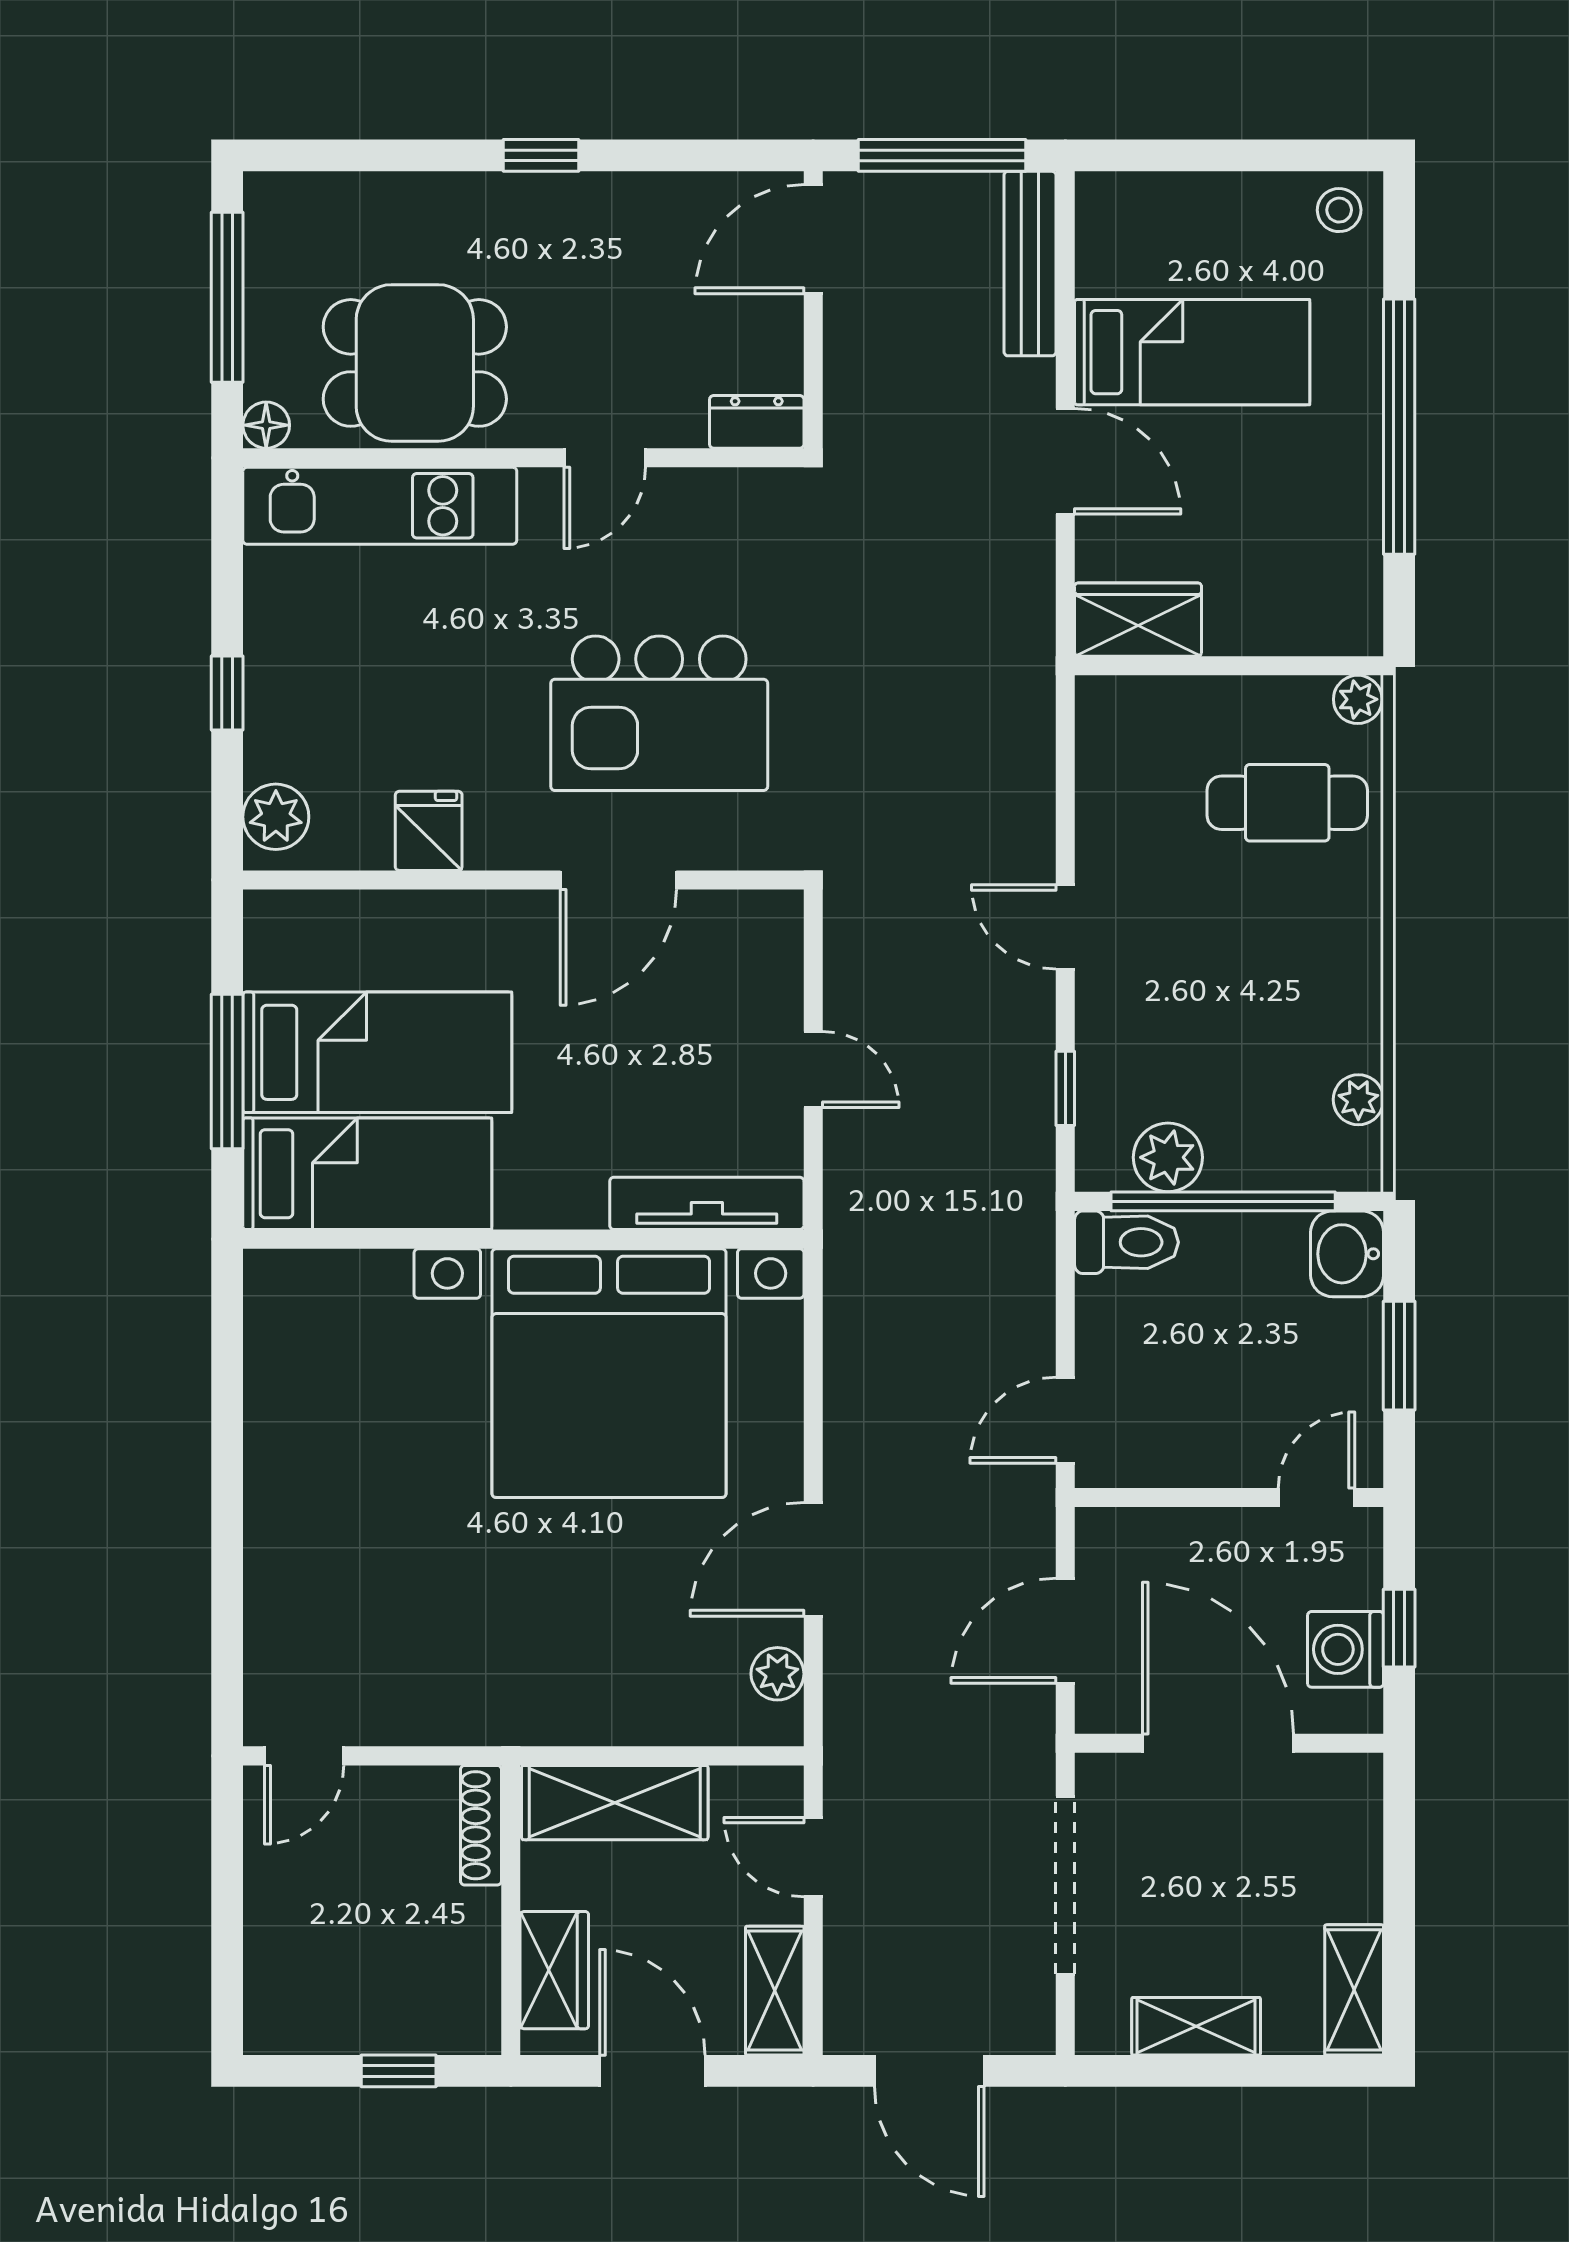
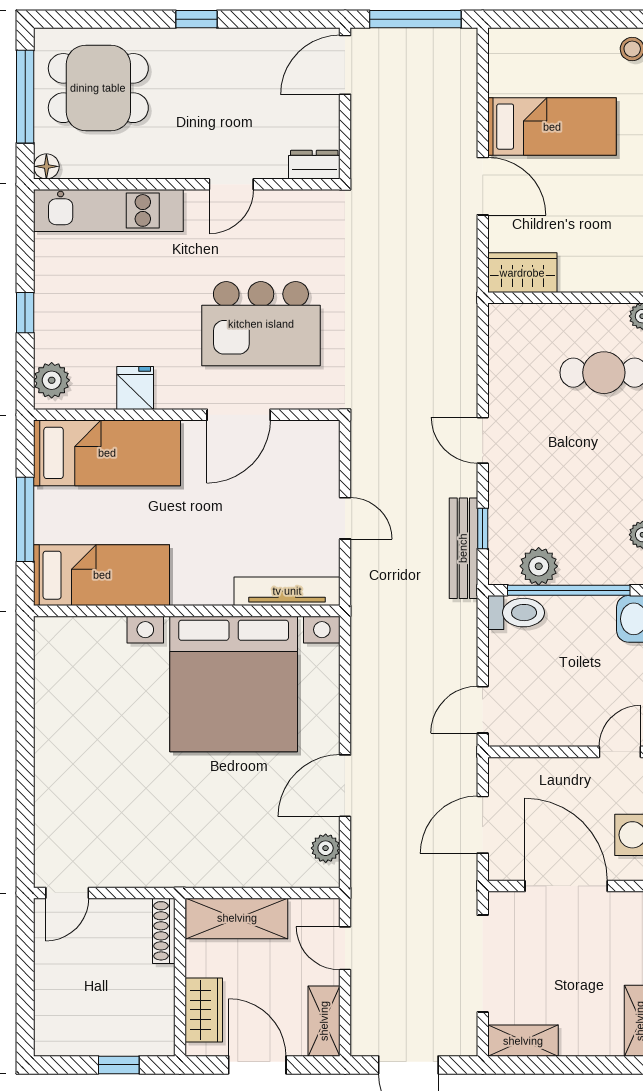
bench: (1030, 264) -> (463, 548), moved
dining table: (415, 363) -> (98, 88), moved
bed: (377, 1052) -> (107, 453), moved
shelving: (1196, 2026) -> (523, 1041), moved

